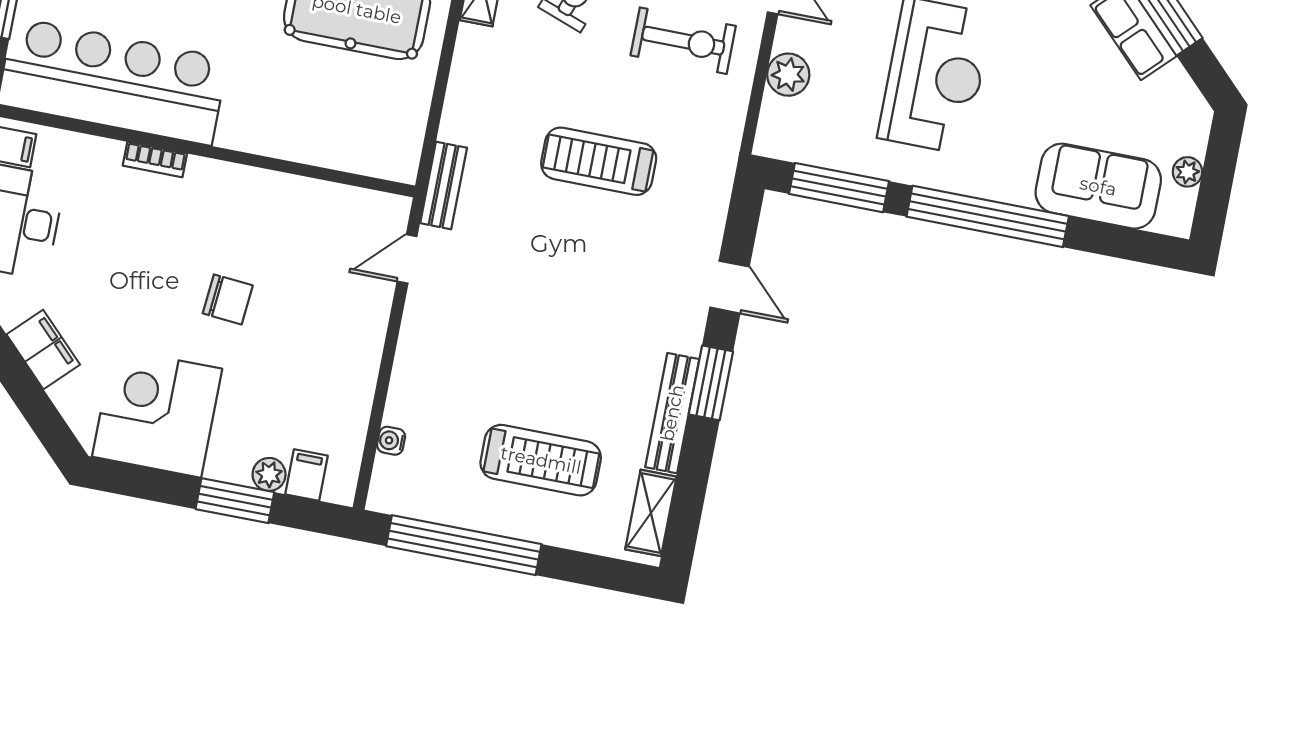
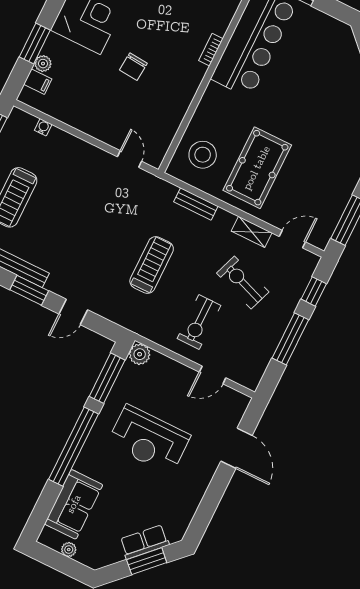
plant: (788, 75) -> (140, 354), moved
stool: (361, 121) -> (203, 155), added
bench: (444, 185) -> (196, 204), moved

